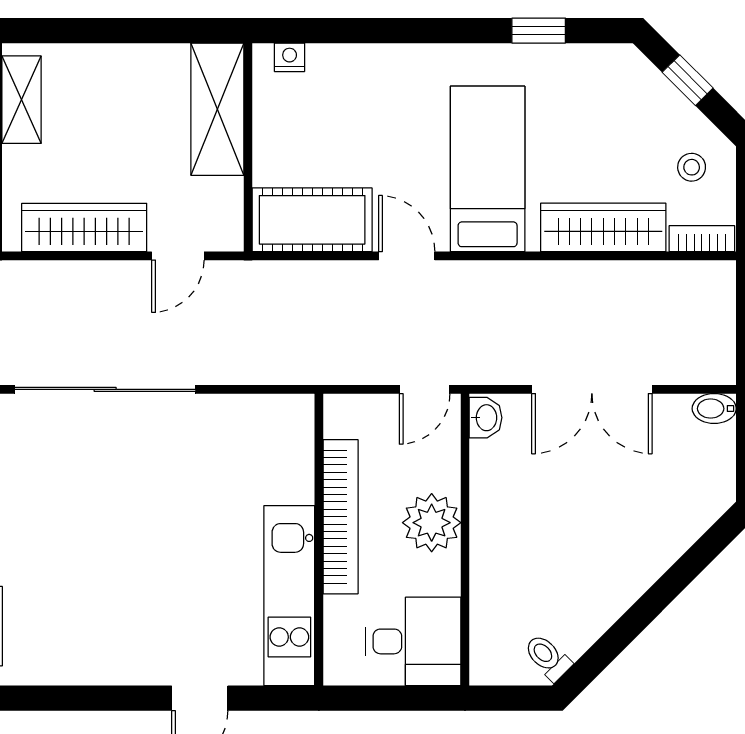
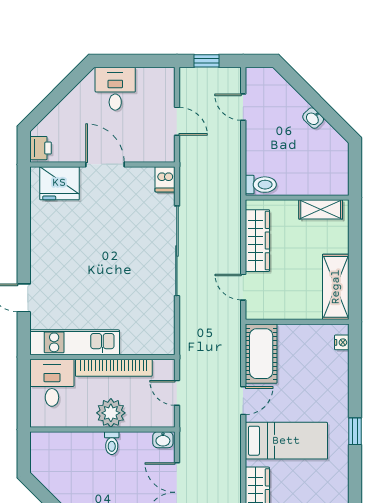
window: (539, 31) -> (355, 431), moved
shelving: (217, 109) -> (336, 287), moved, turned 90
door: (425, 389) -> (177, 393), moved
desk: (413, 641) -> (52, 383), moved, turned 180
toilet: (548, 657) -> (112, 443), moved, turned 135

